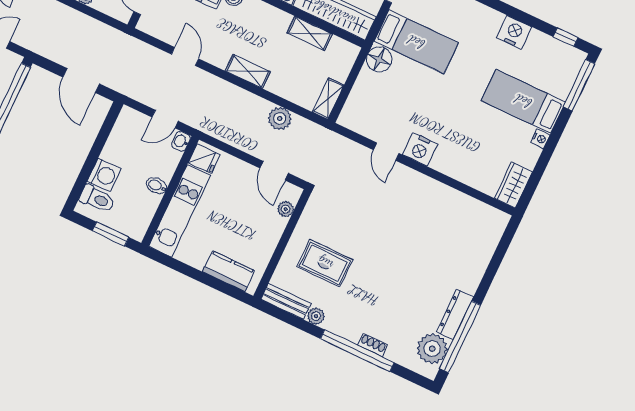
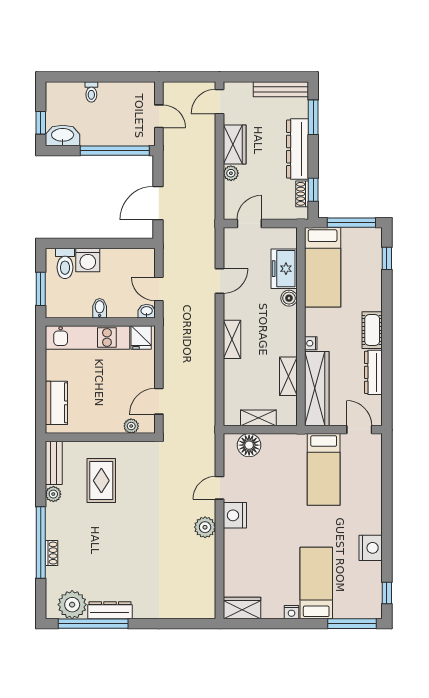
floor lamp: (379, 59) -> (249, 445), moved
shelving: (328, 99) -> (258, 418), moved
plant: (280, 118) -> (205, 527), moved

